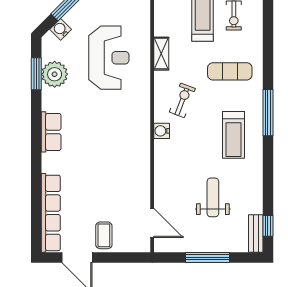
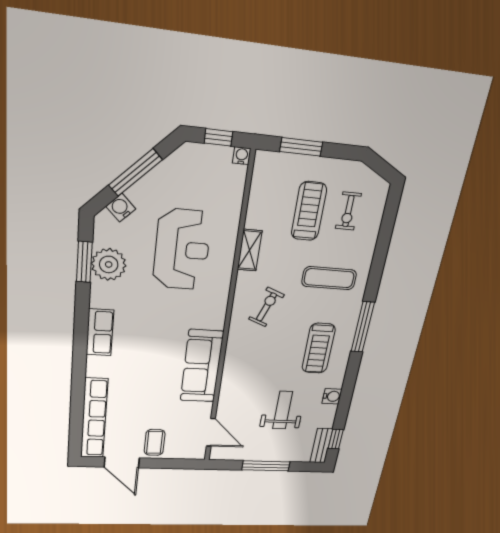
water cooler: (162, 131) -> (332, 396), moved, turned 180
sofa: (136, 158) -> (202, 366), added

